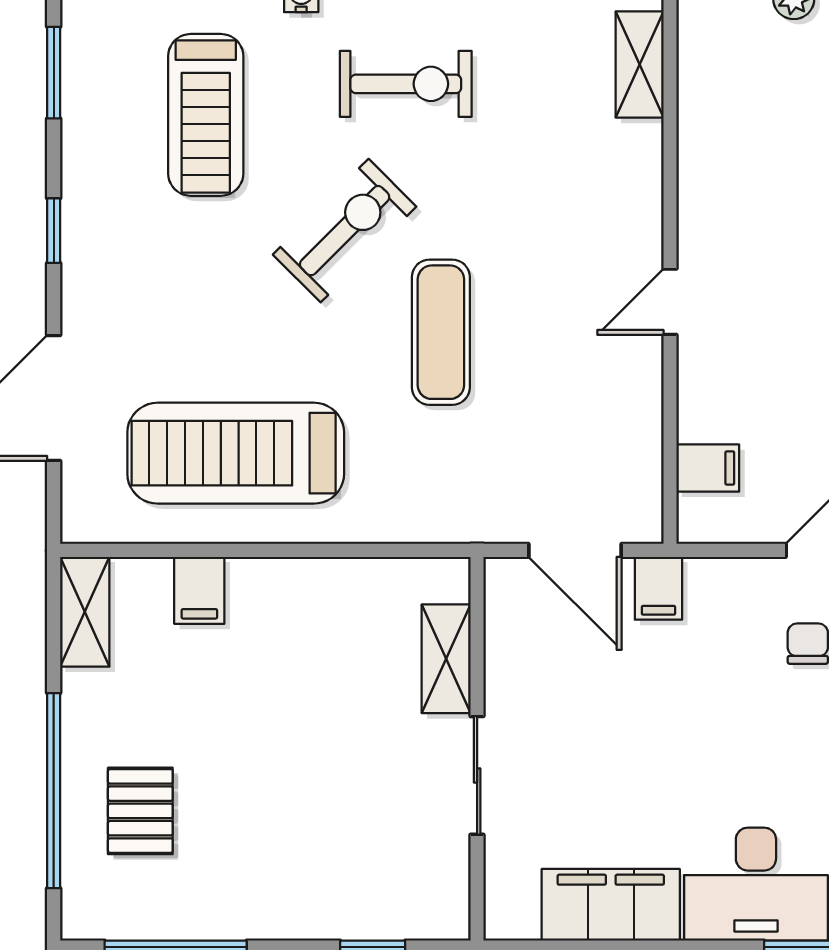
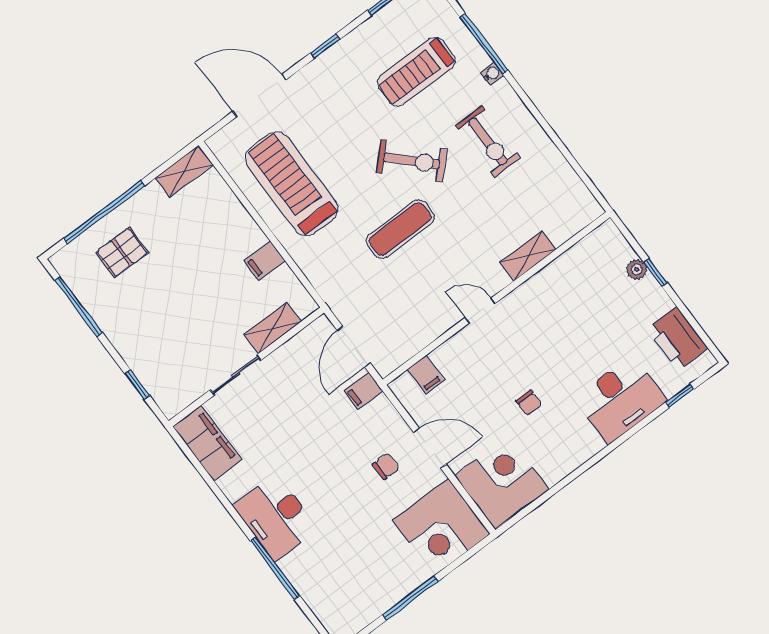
shelving: (640, 64) -> (528, 256), moved
filing cabinet: (199, 590) -> (264, 261), moved
filing cabinet: (611, 905) -> (207, 443), moved

